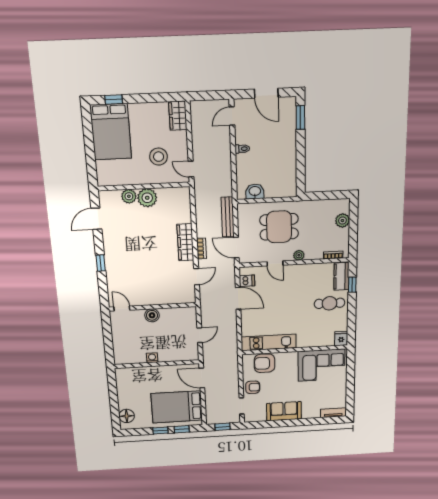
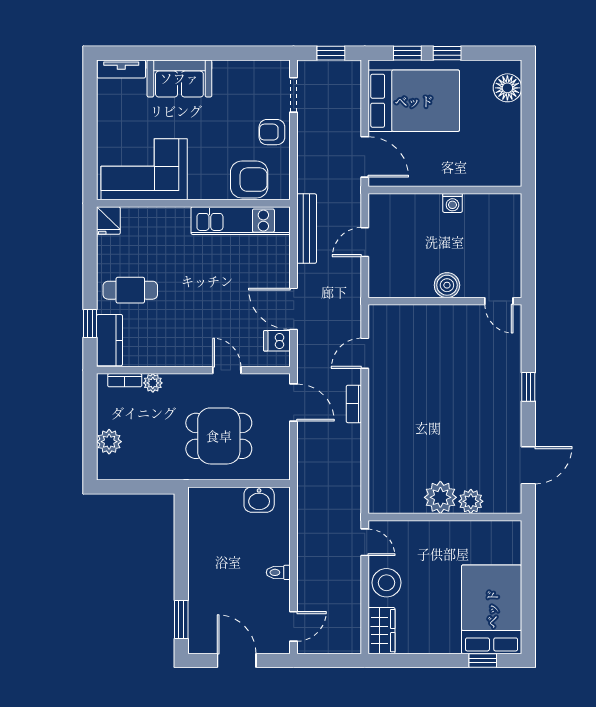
stool: (159, 157) -> (386, 583), moved
bench: (228, 217) -> (307, 229), moved
wardrobe: (185, 242) -> (381, 417), removed
plant: (299, 255) -> (153, 383), moved
sofa: (284, 411) -> (179, 78), moved

